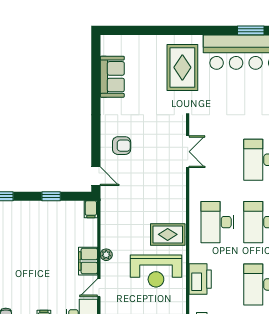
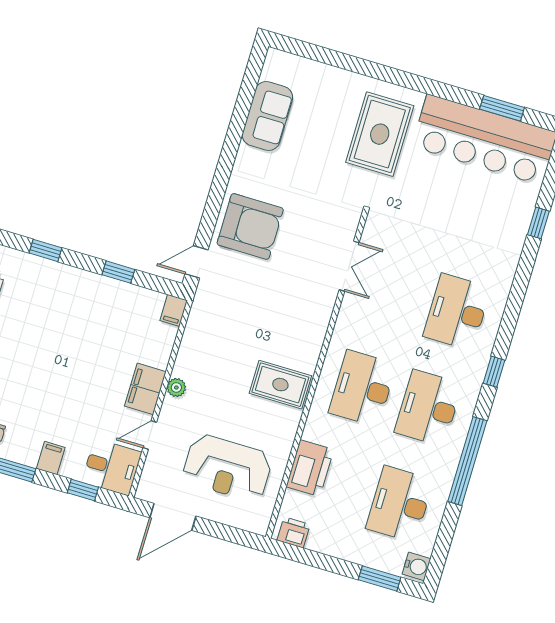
armchair: (122, 146) -> (250, 226), width x1.88, depth x1.88
door: (96, 176) -> (196, 262), swing flipped
reception desk: (156, 271) -> (227, 468), moved

